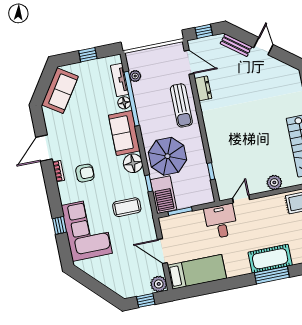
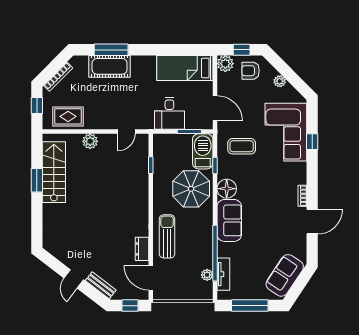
window: (88, 55) -> (250, 306), width x2.17
floor lamp: (124, 103) -> (223, 250), removed
armchair: (85, 173) -> (251, 71), moved
desk: (221, 221) -> (169, 113), moved
door: (162, 251) -> (215, 108), moved
plant: (103, 277) -> (280, 81), added

